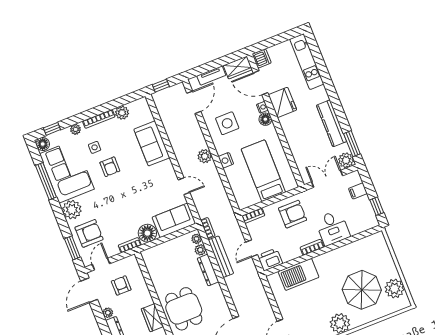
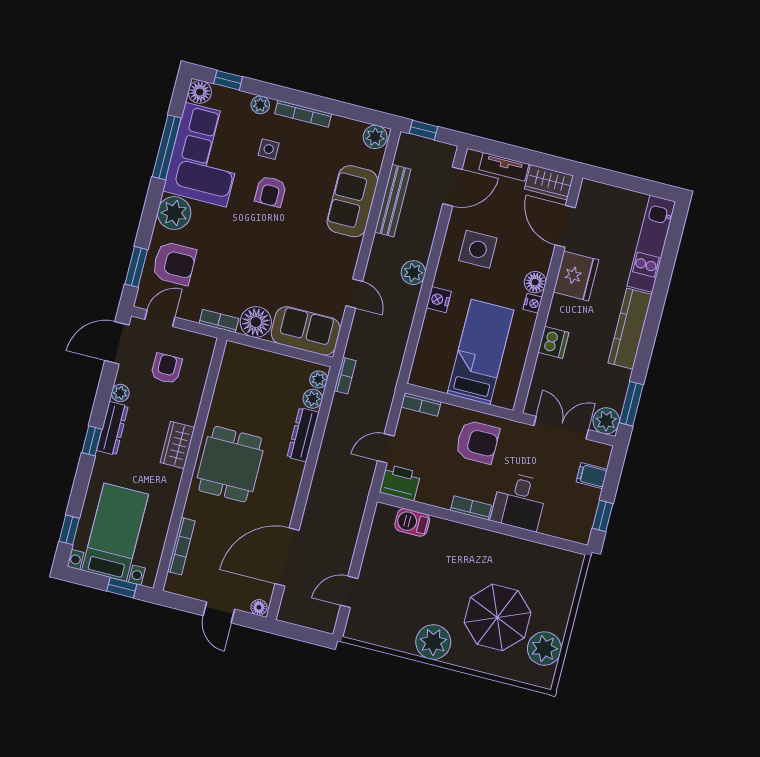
dishwasher: (262, 58) -> (553, 342), moved
nightstand: (262, 107) -> (533, 303), moved
plant: (122, 113) -> (375, 137), moved
kitchen counter: (332, 123) -> (630, 329), moved
bench: (221, 257) -> (393, 201), moved
barbecue: (299, 274) -> (412, 522), width x0.53, depth x0.65

